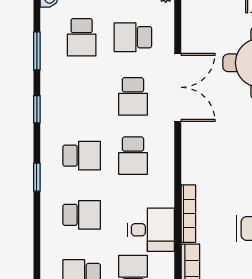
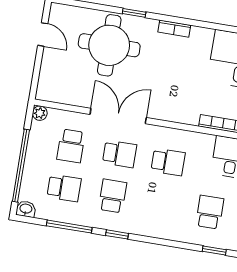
window: (37, 51) -> (69, 227), width x1.44
school desk: (82, 156) -> (113, 196), moved
window: (37, 177) -> (214, 251), moved

